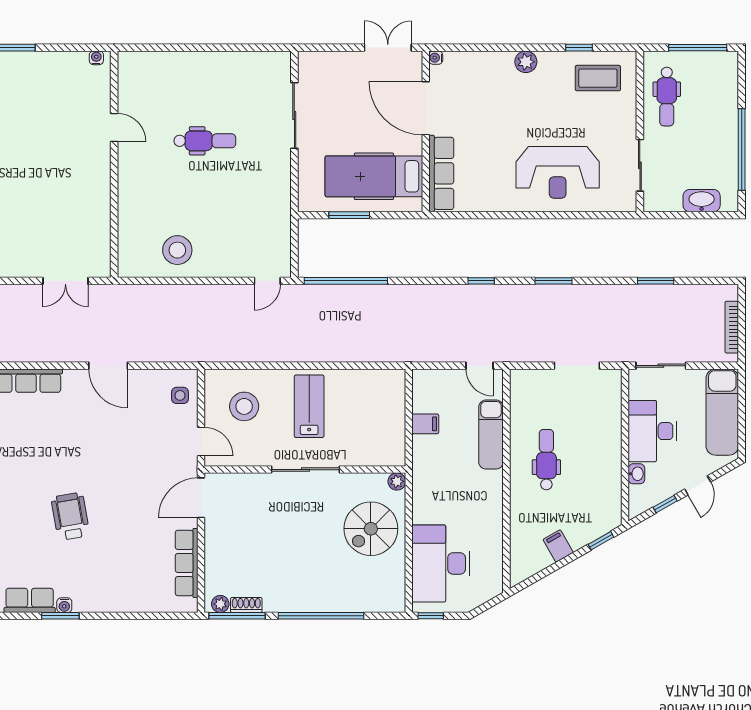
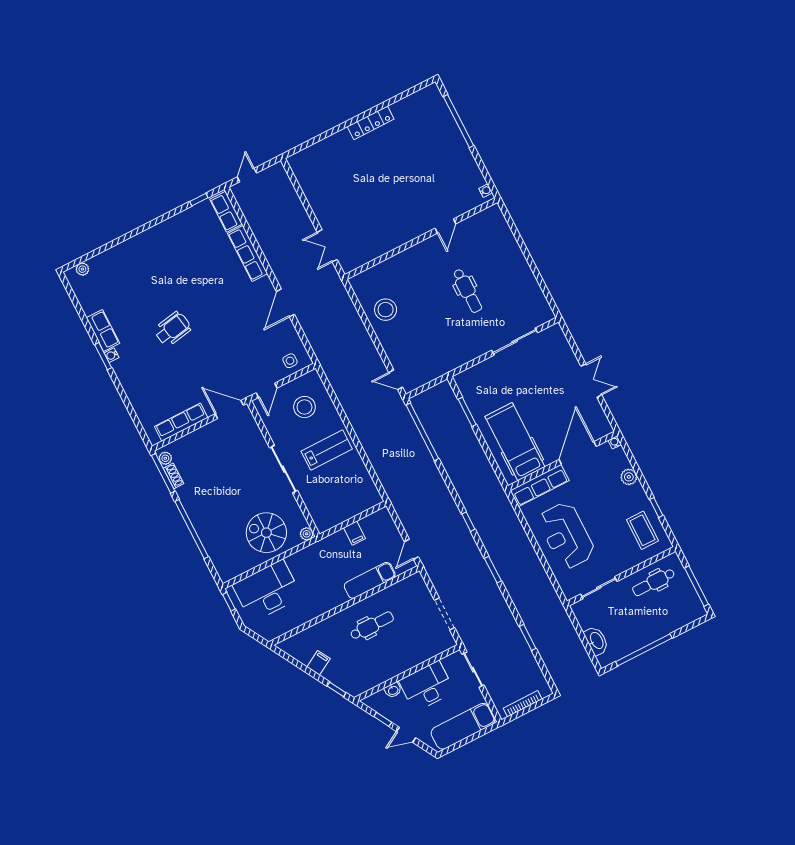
water cooler: (436, 58) -> (615, 442), moved
door: (426, 108) -> (578, 453), moved
wall: (426, 131) -> (562, 461), moved
row of seats: (441, 173) -> (540, 485), moved
hospital bed: (374, 176) -> (515, 442), moved

